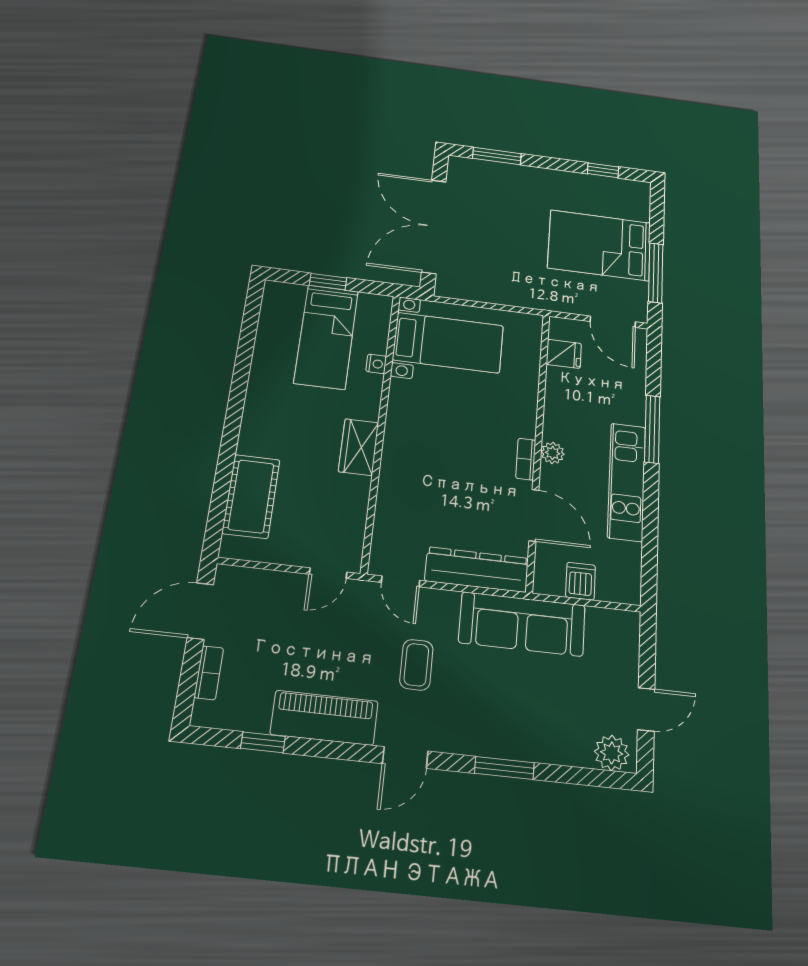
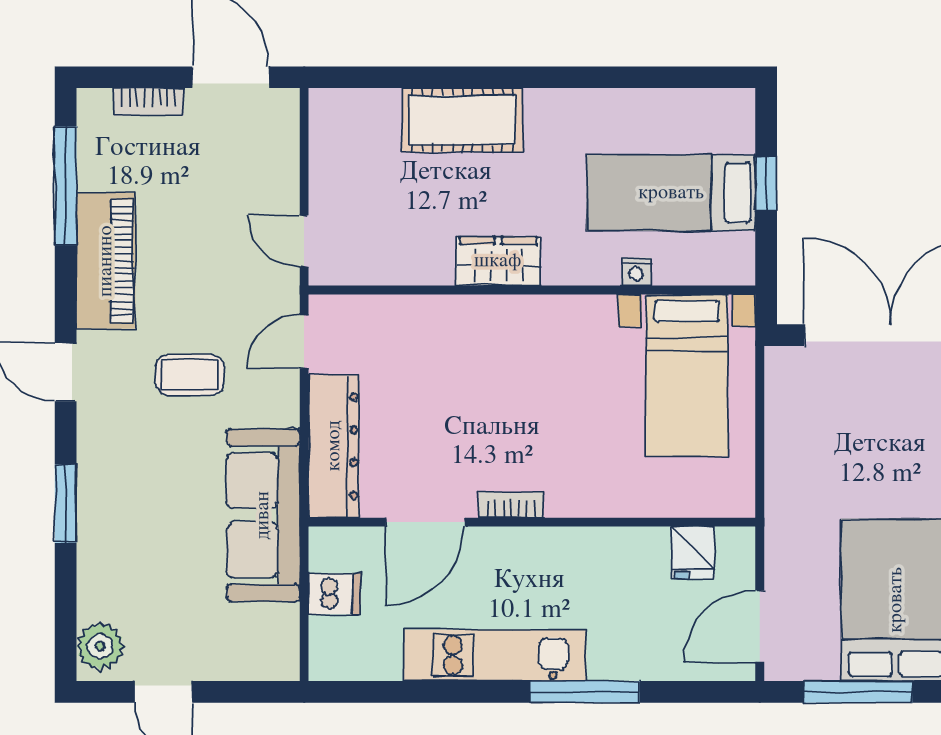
plant: (553, 453) -> (526, 544), removed
cot: (251, 496) -> (462, 120), moved
window: (263, 742) -> (66, 186), width x2.17

